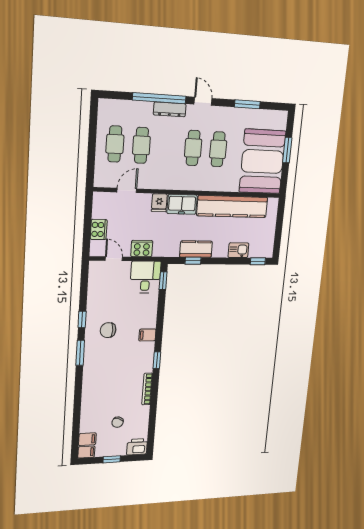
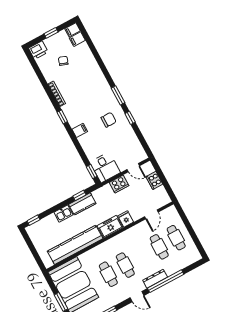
kitchen sink: (238, 250) -> (63, 214), moved

